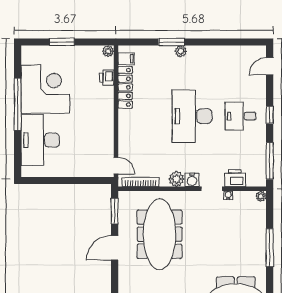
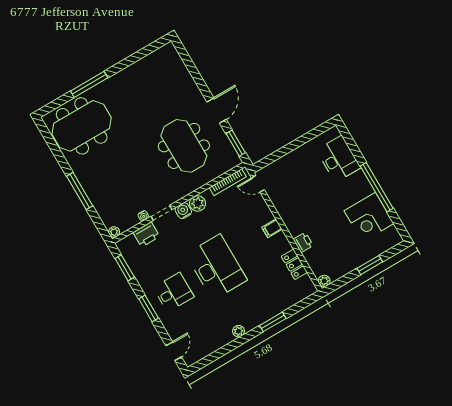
plant: (181, 51) -> (239, 331), moved
filing cabinet: (126, 59) -> (272, 228), moved
printer: (107, 78) -> (303, 242), moved
locker: (125, 87) -> (294, 264), width x0.66
corner desk: (45, 89) -> (369, 217), width x0.74, depth x0.74
window: (270, 115) -> (149, 308), width x1.50
desk: (40, 140) -> (338, 159), width x0.73, depth x0.77
window: (270, 161) -> (125, 268), width x0.69
meeting table: (160, 234) -> (184, 146), width x0.73

